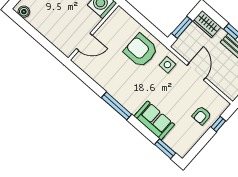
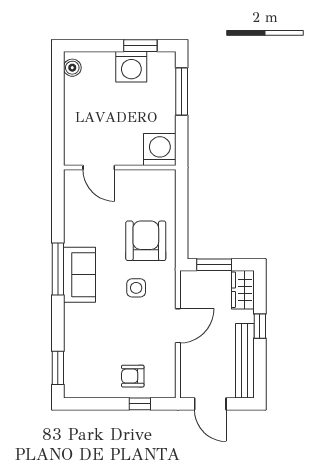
side table: (167, 65) -> (136, 288), moved
sofa: (154, 120) -> (80, 275), moved

